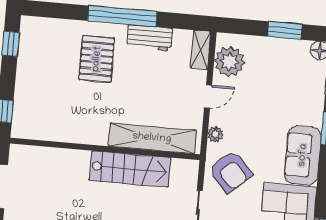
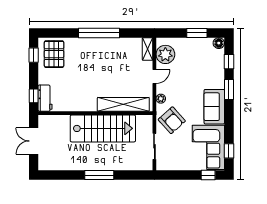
workbench: (150, 38) -> (45, 98), moved, turned -90
pallet: (97, 59) -> (54, 54), moved
stairs: (130, 169) -> (103, 128), width x1.36, depth x1.51

